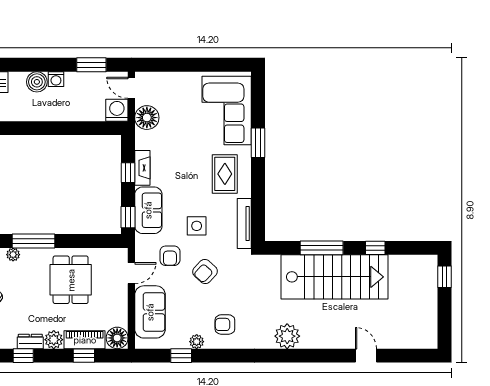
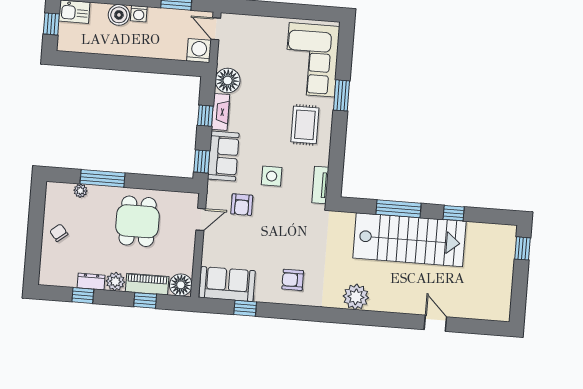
floor lamp: (147, 118) -> (228, 80), moved
tv unit: (244, 224) -> (320, 185), width x0.71
armchair: (205, 271) -> (277, 224), removed
sofa: (150, 312) -> (227, 284), moved, turned -90
plant: (197, 342) -> (262, 295), removed

